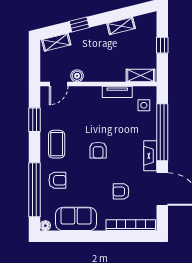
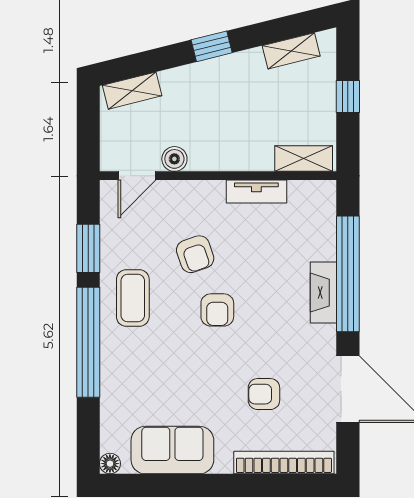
window: (79, 24) -> (212, 46), moved
shelving: (121, 26) -> (291, 51), moved
side table: (144, 105) -> (310, 219), removed
fireplace: (150, 156) -> (323, 293), moved
armchair: (57, 180) -> (195, 254), moved, turned 71
window: (35, 190) -> (88, 342), moved

